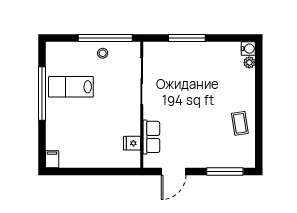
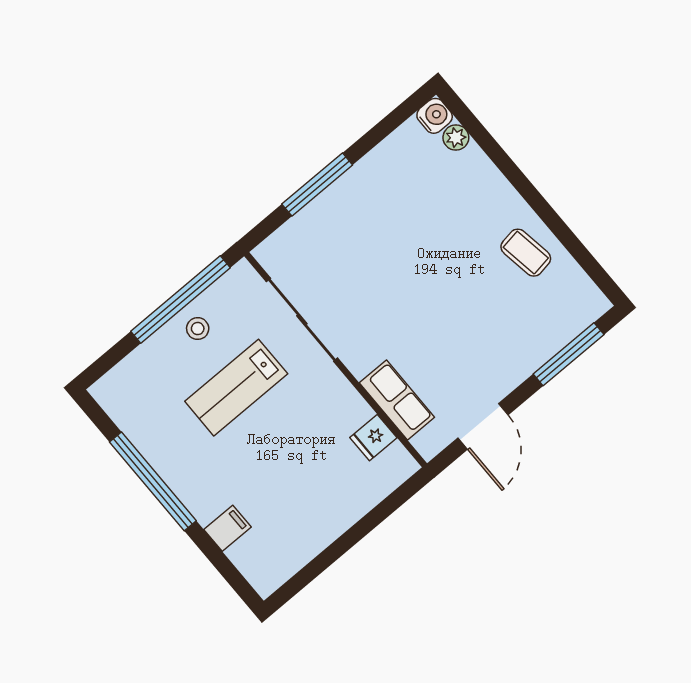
lab bench: (71, 87) -> (236, 388), moved
filing cabinet: (52, 159) -> (227, 528), moved, turned 90

